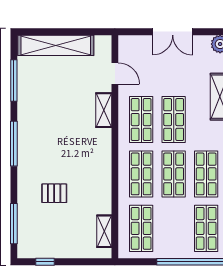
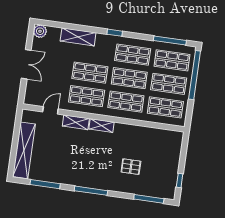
pallet: (54, 193) -> (131, 167), turned 90
shop shelf: (174, 228) -> (169, 84), added
shelving: (104, 231) -> (101, 126), moved

